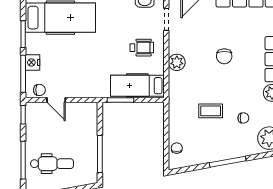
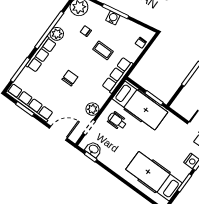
plant: (177, 62) -> (92, 109), moved
hospital bed: (137, 86) -> (140, 105), width x1.37, depth x1.29
row of seats: (176, 96) -> (118, 75), added
water cooler: (225, 153) -> (113, 18), added

